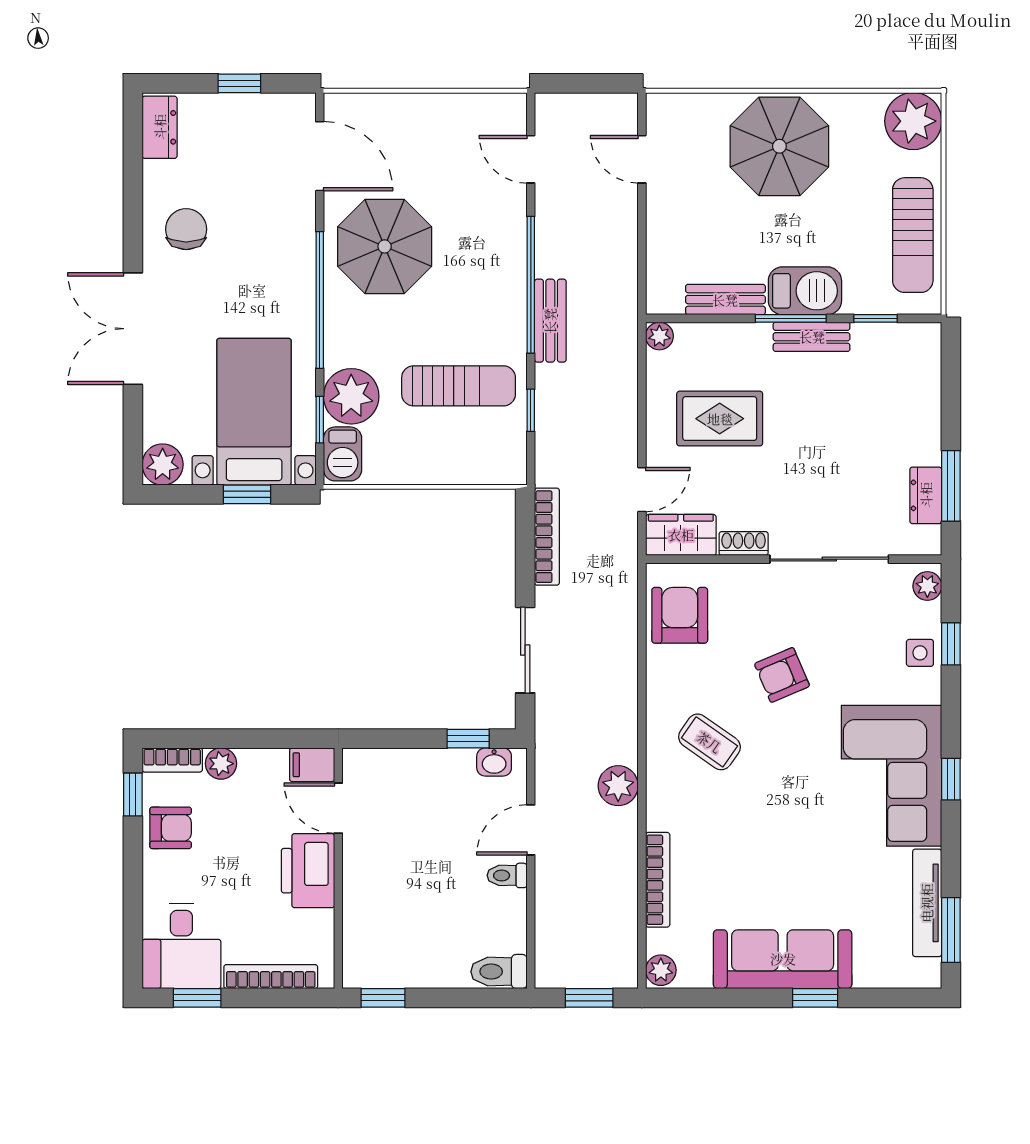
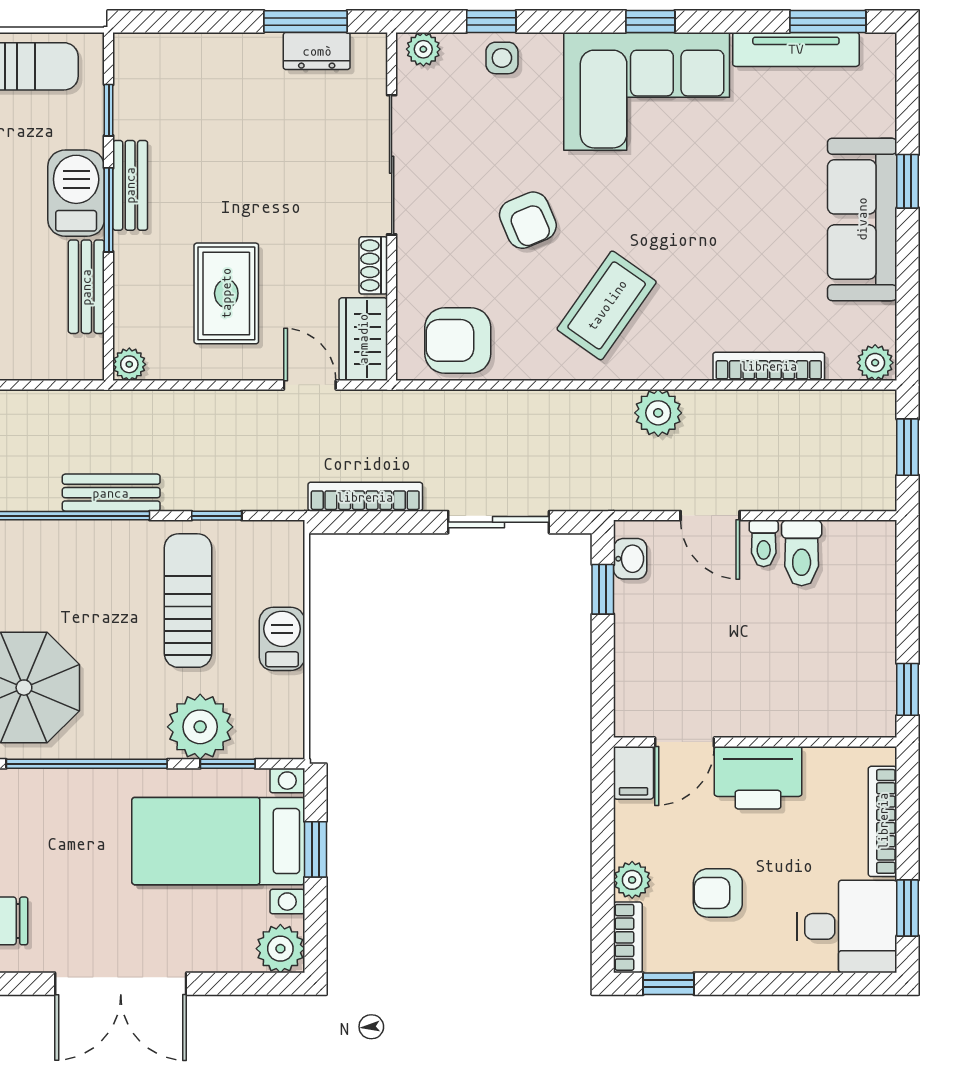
barbecue: (343, 454) -> (282, 639), moved, turned -90
coffee table: (709, 742) -> (607, 305), width x1.36, depth x1.30
armchair: (171, 828) -> (718, 893), moved, turned -90
toilet: (499, 972) -> (802, 553), moved

